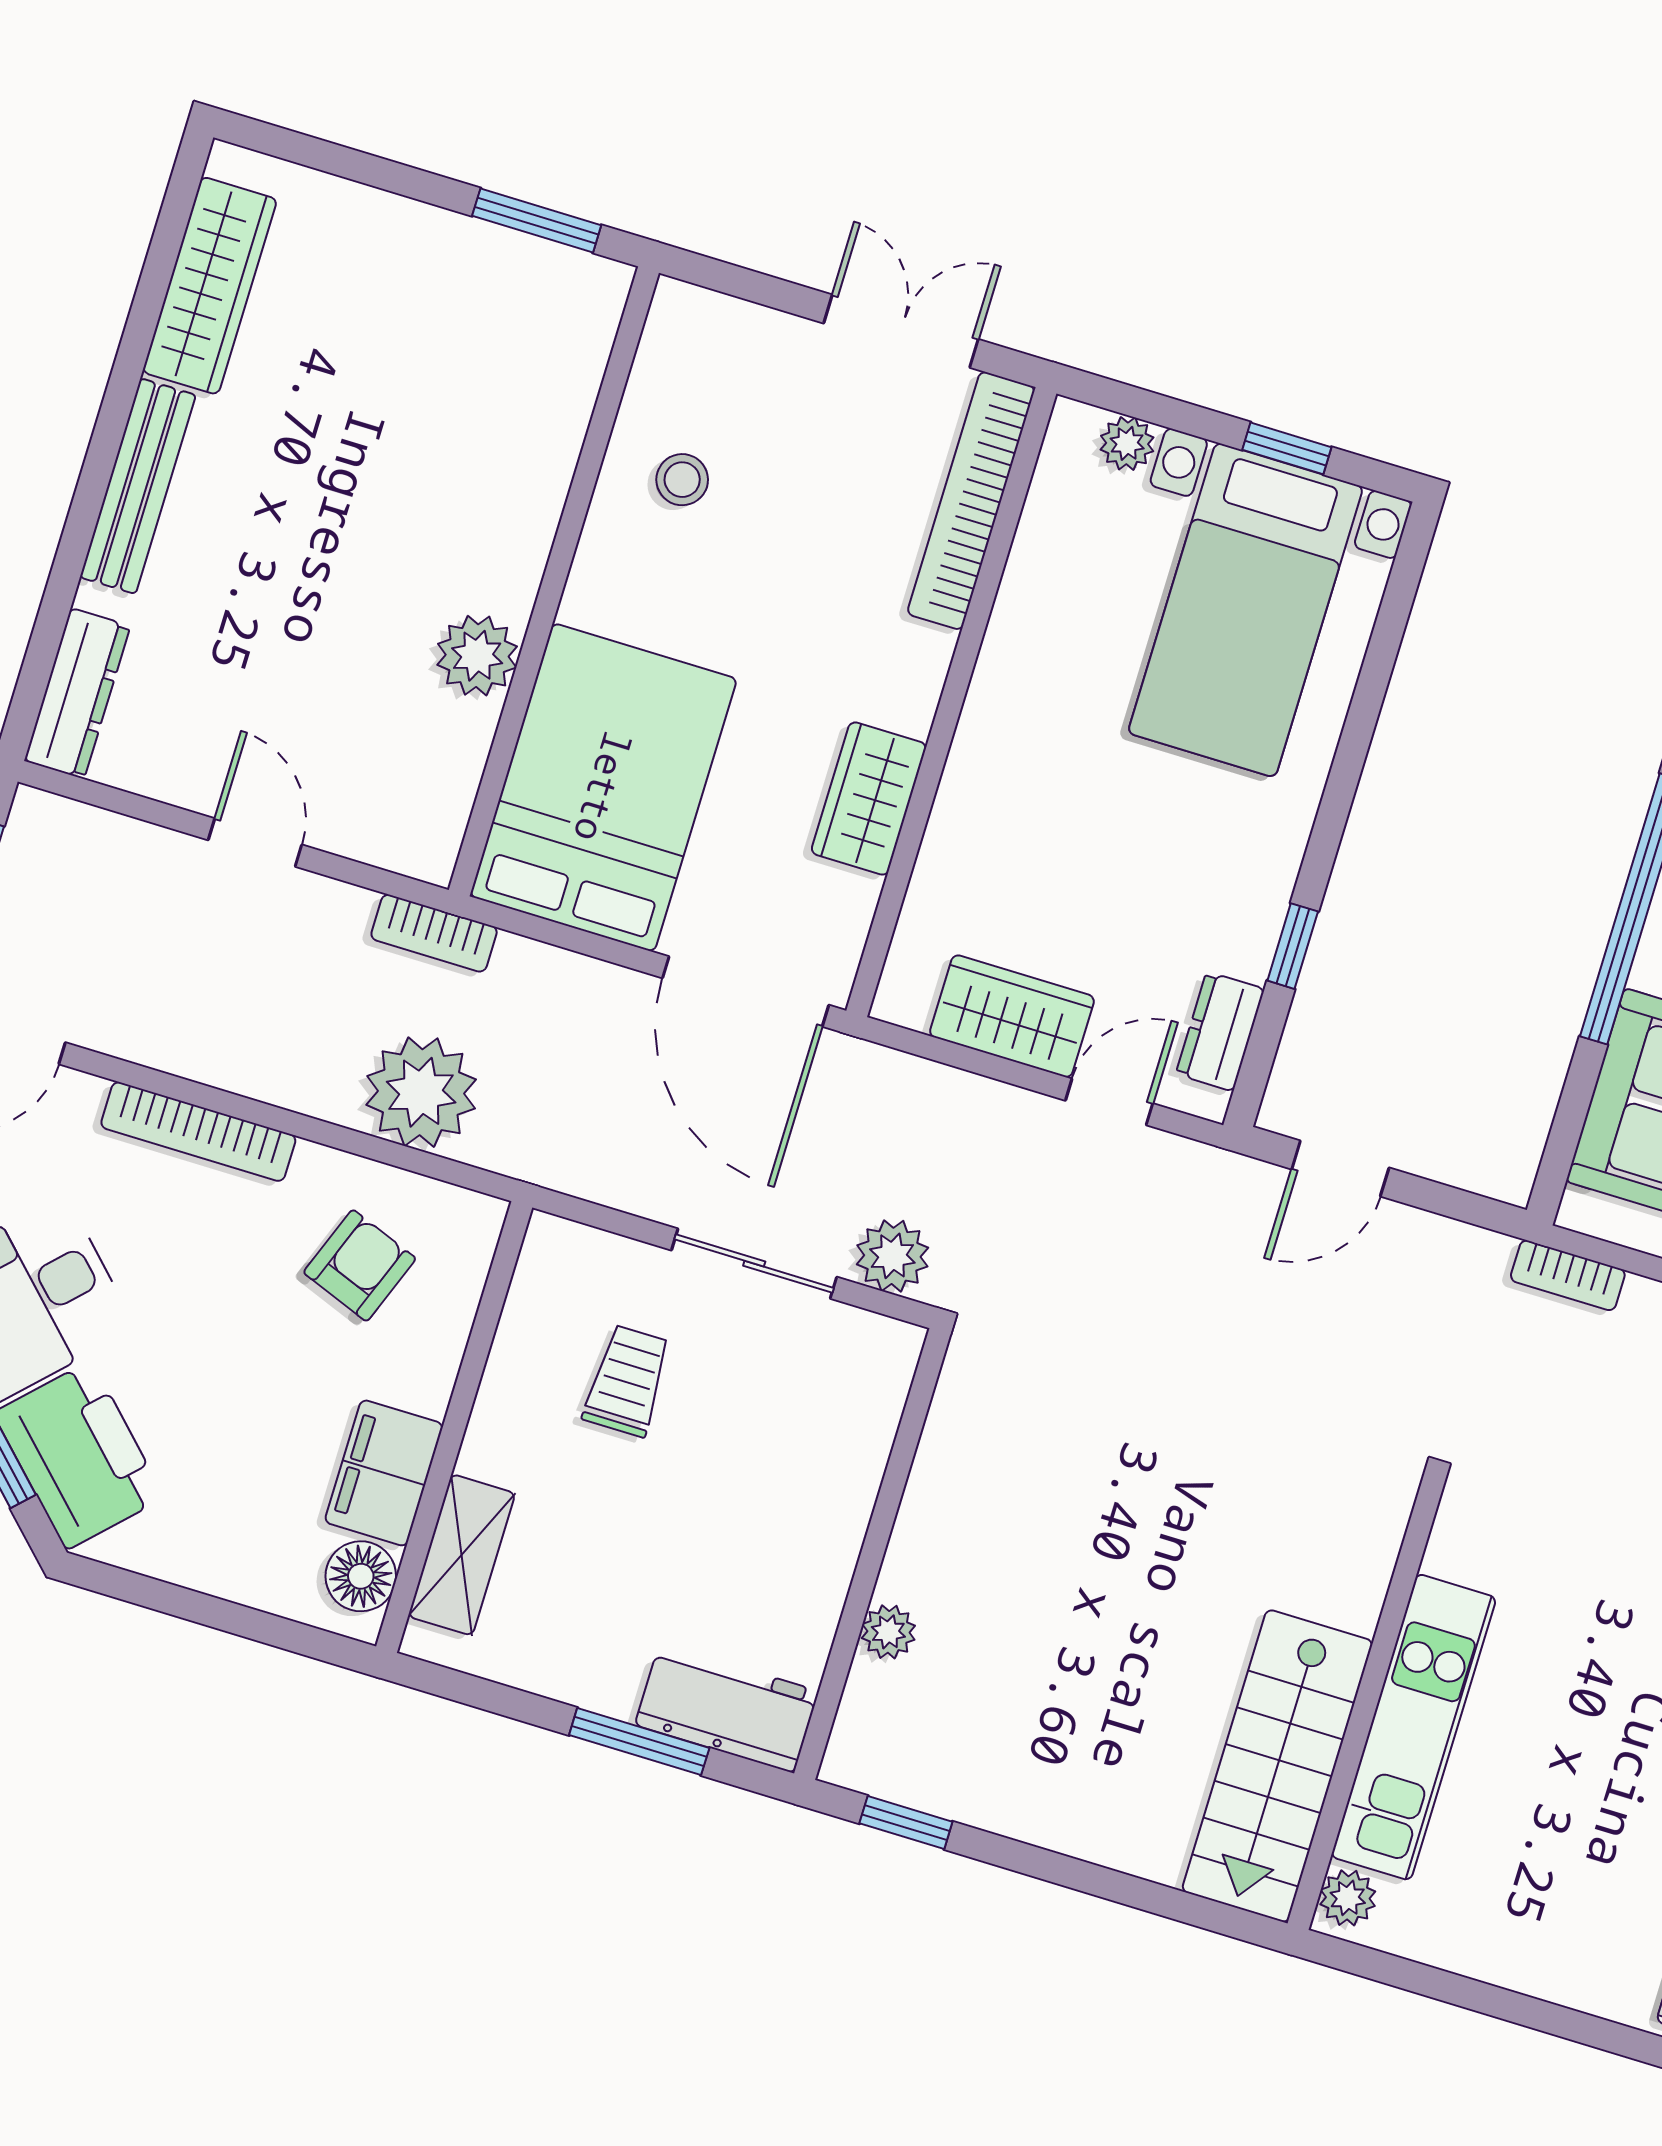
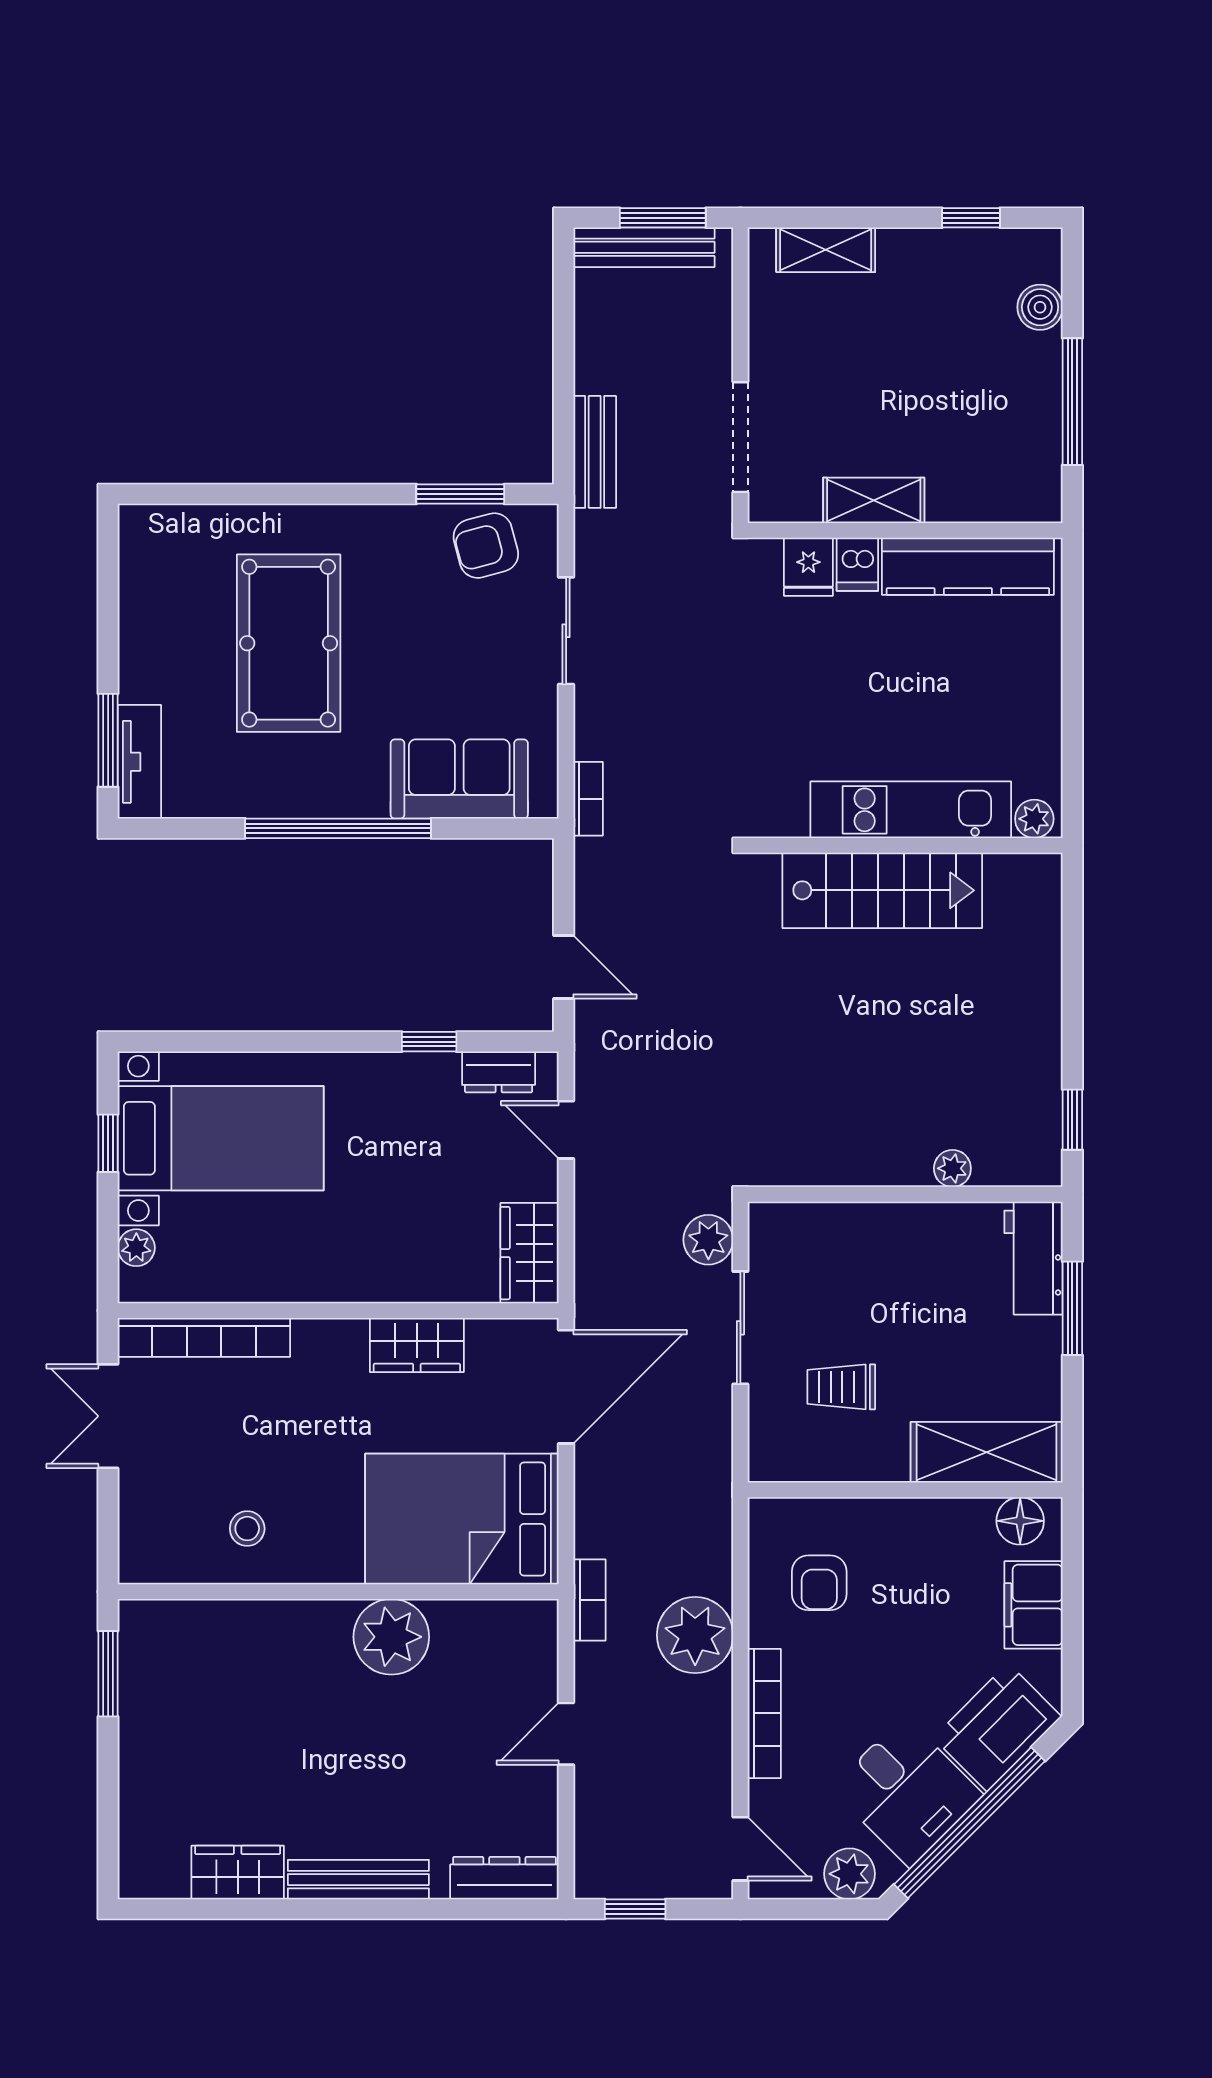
wardrobe: (210, 286) -> (238, 1872), width x0.67
plant: (477, 656) -> (391, 1637), width x1.36, depth x1.36
wardrobe: (1012, 1016) -> (530, 1253), moved
plant: (421, 1092) -> (695, 1635), moved
armchair: (360, 1265) -> (819, 1583), turned -111
filing cabinet: (384, 1473) -> (1034, 1605), moved, turned 90
shelving: (462, 1555) -> (986, 1452), width x1.50, depth x1.33
stairs: (1277, 1766) -> (882, 890), moved

